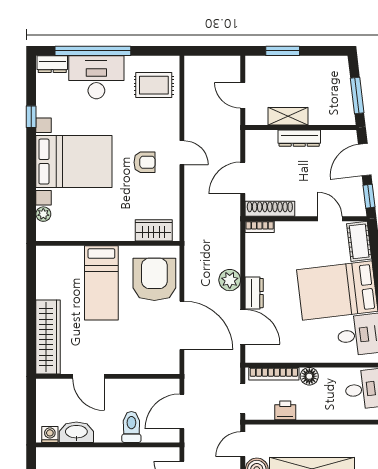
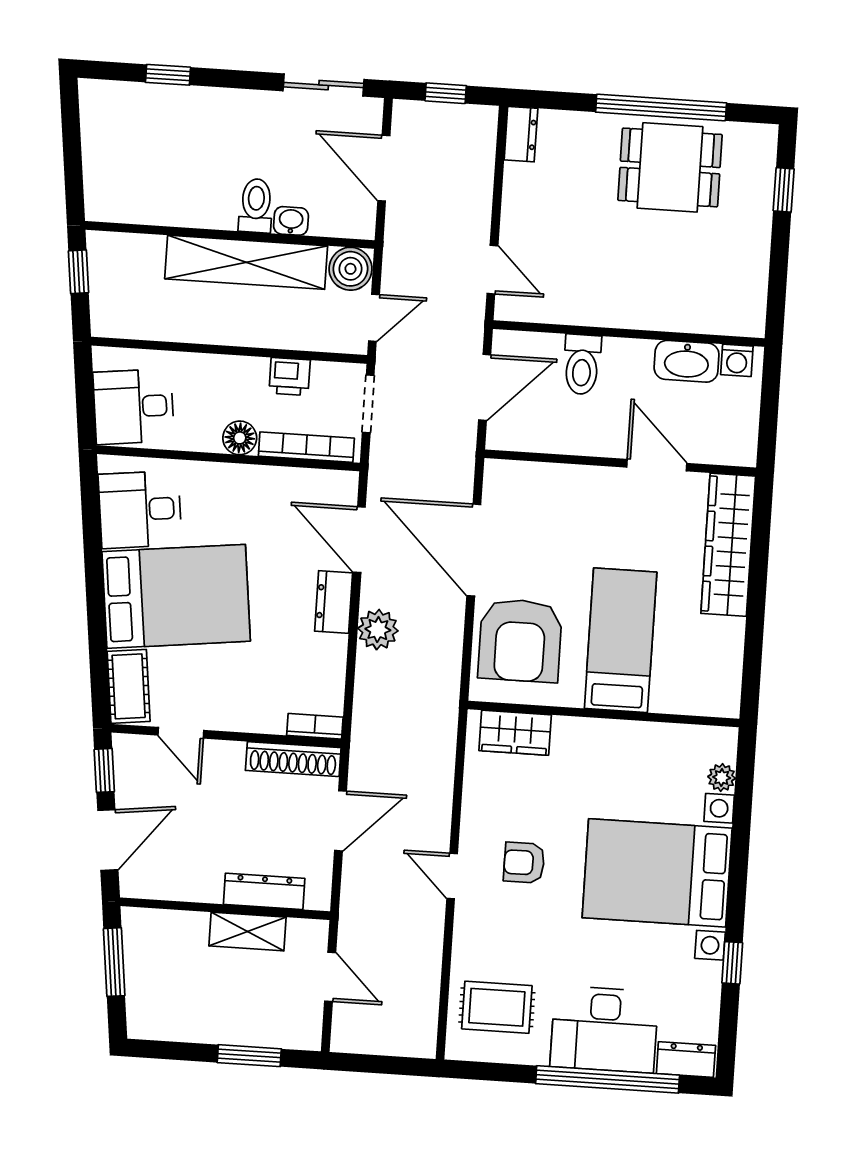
dresser: (299, 138) -> (264, 891), moved

